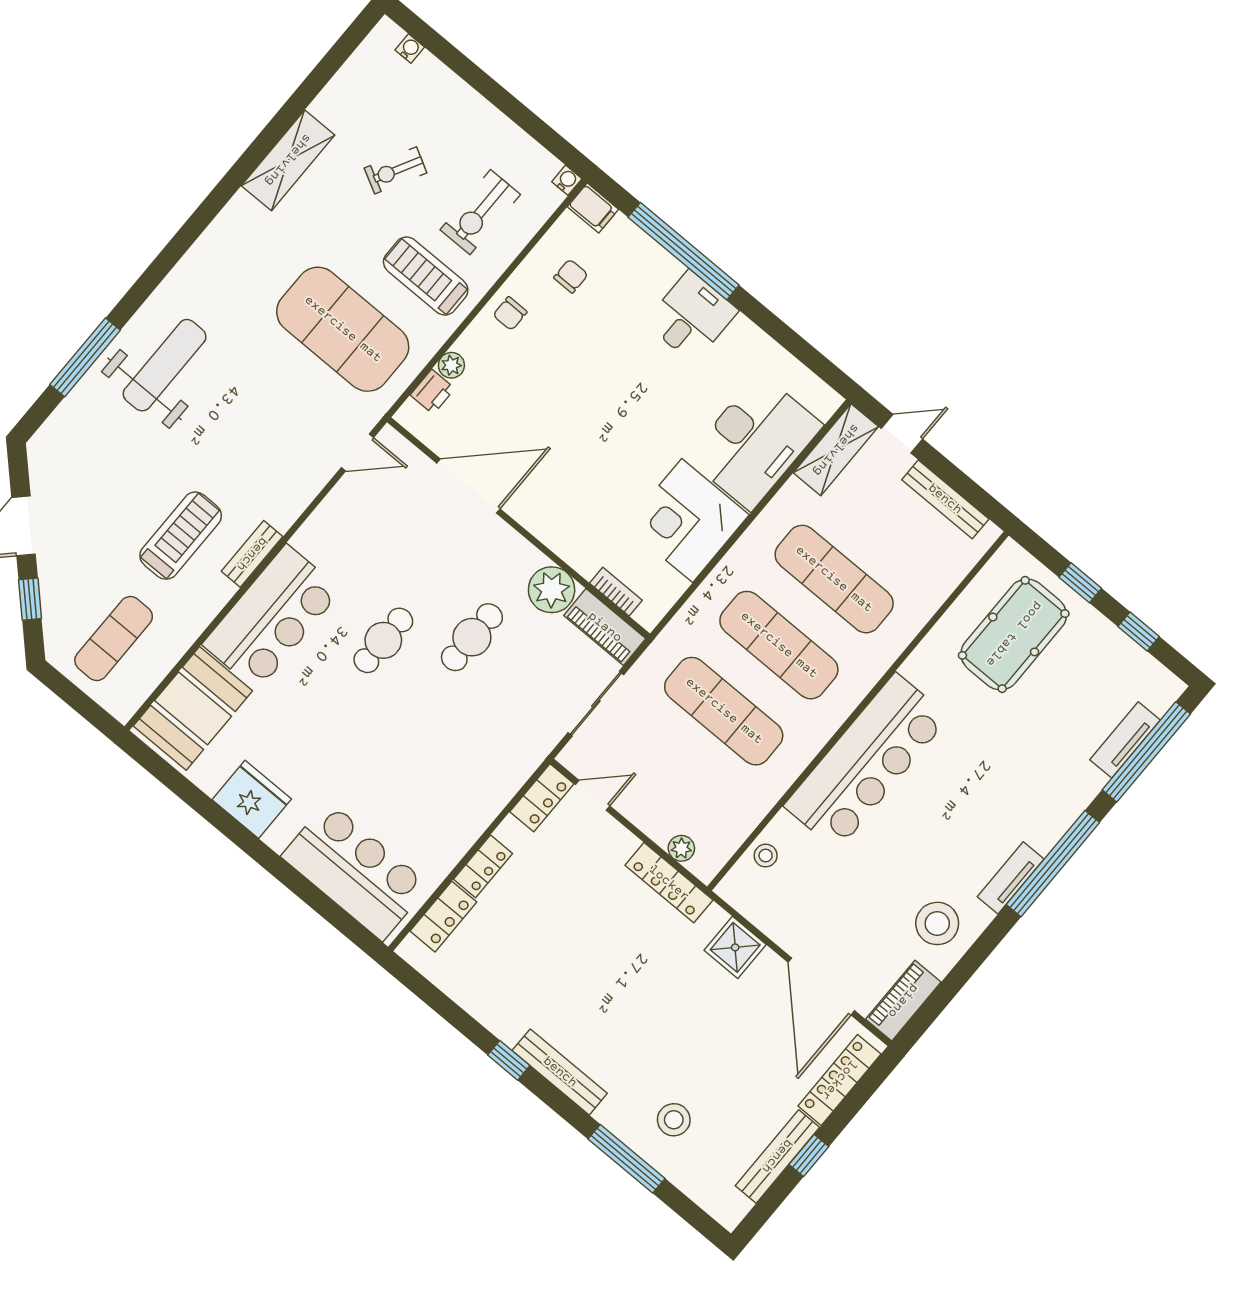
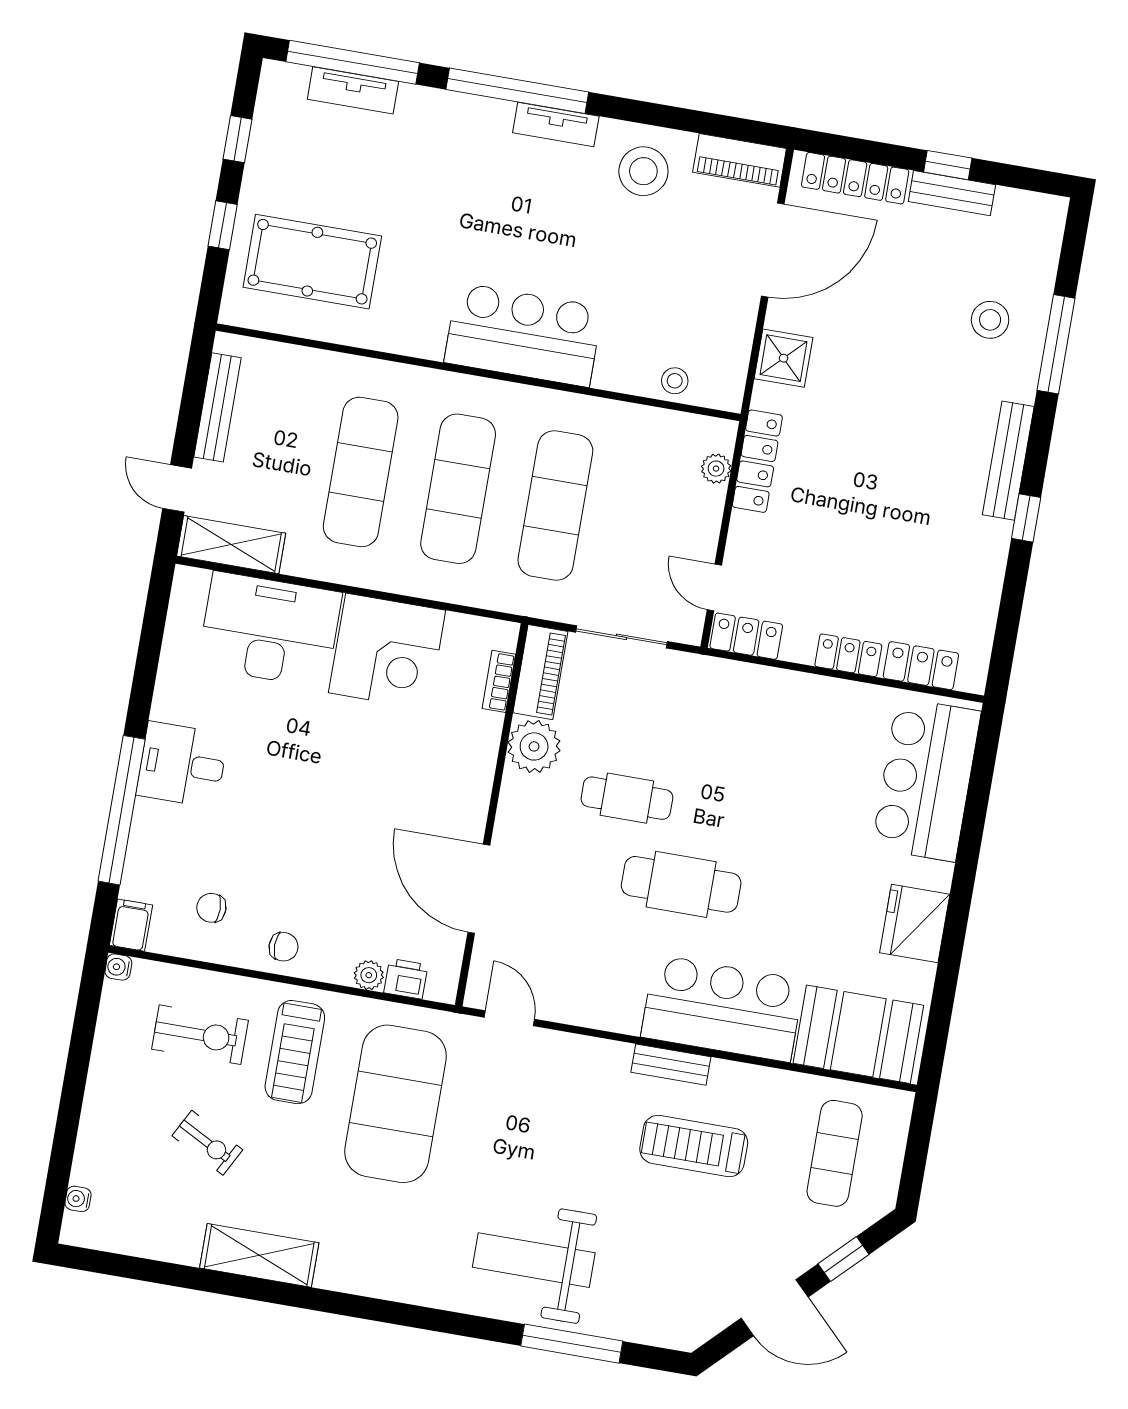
exercise mat: (114, 639) -> (835, 1153), turned 90
cafe table: (383, 640) -> (681, 884), width x1.37, depth x1.35
bar counter: (866, 762) -> (523, 335), width x0.73
bench: (777, 1156) -> (952, 193), width x0.73

